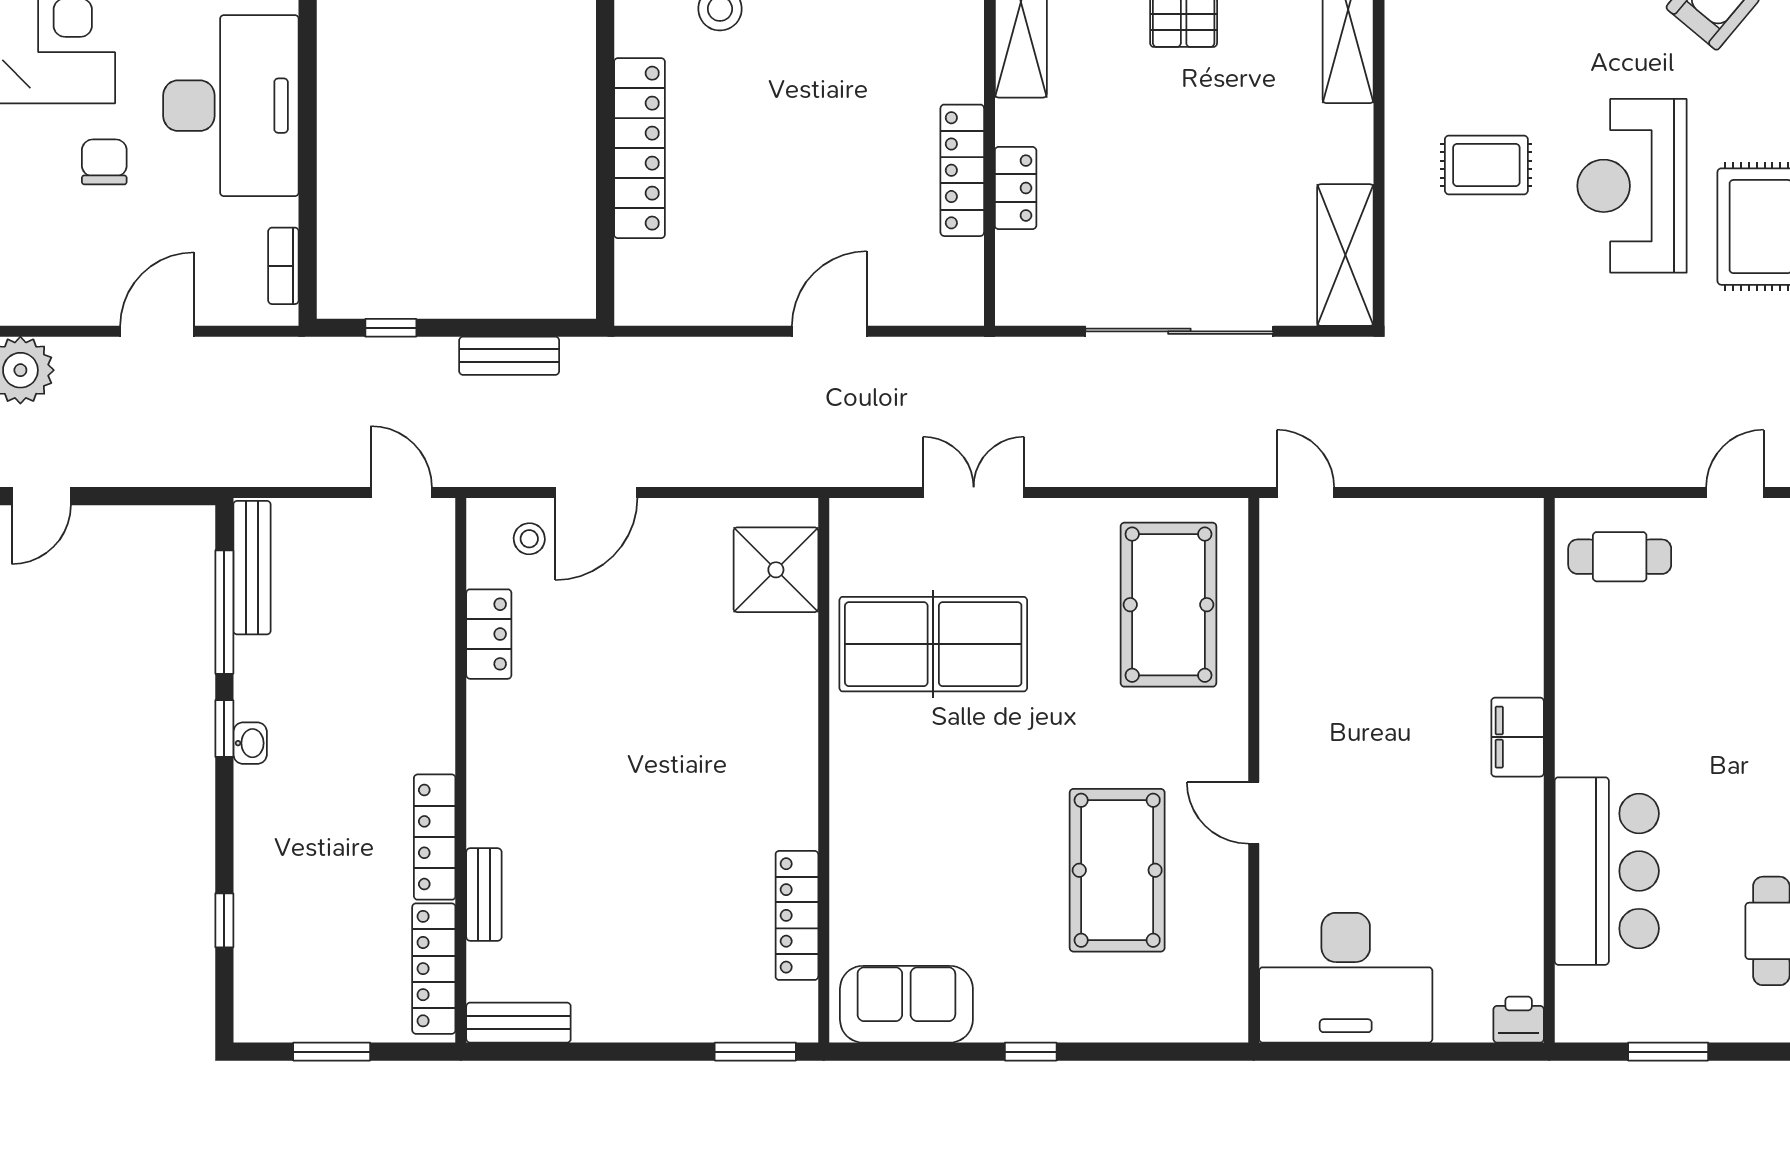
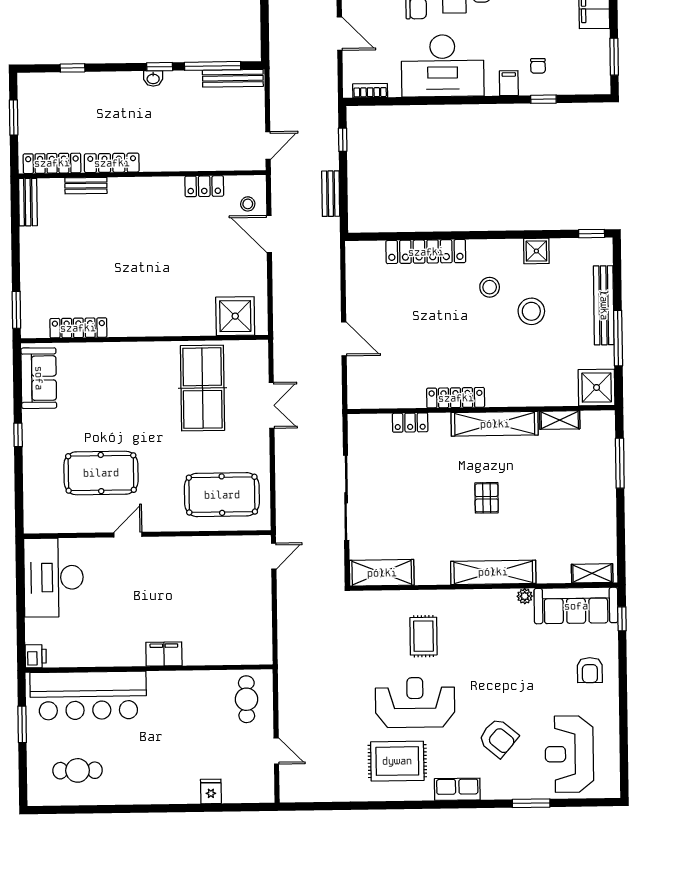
locker: (962, 170) -> (456, 398), moved
bar counter: (1607, 871) -> (88, 696), width x1.36

